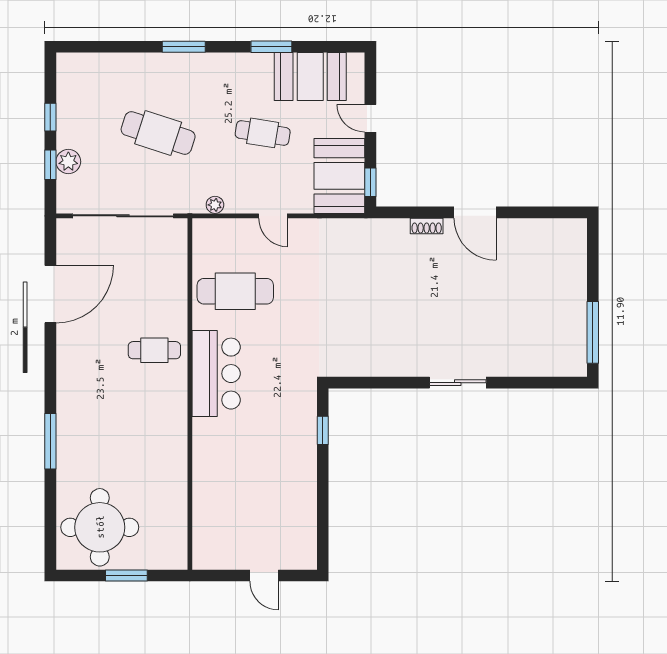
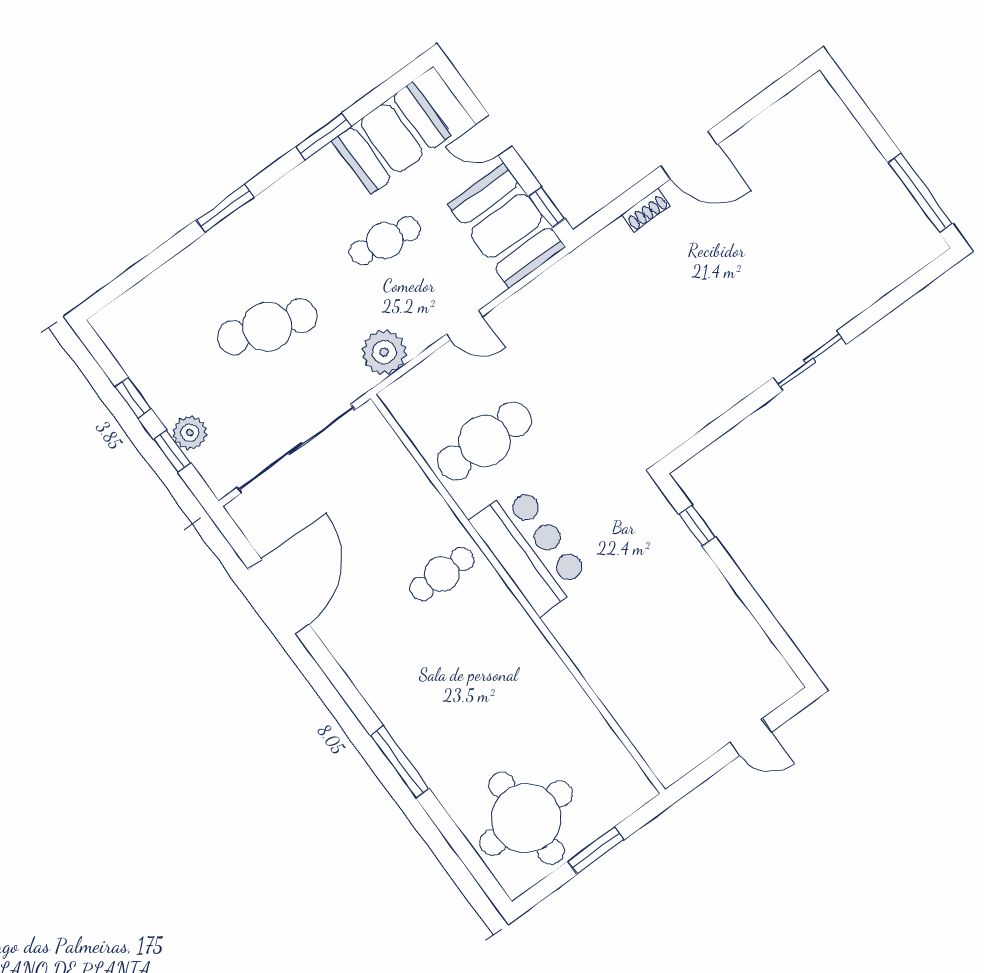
plant: (215, 205) -> (384, 352), width x1.87, depth x1.87

